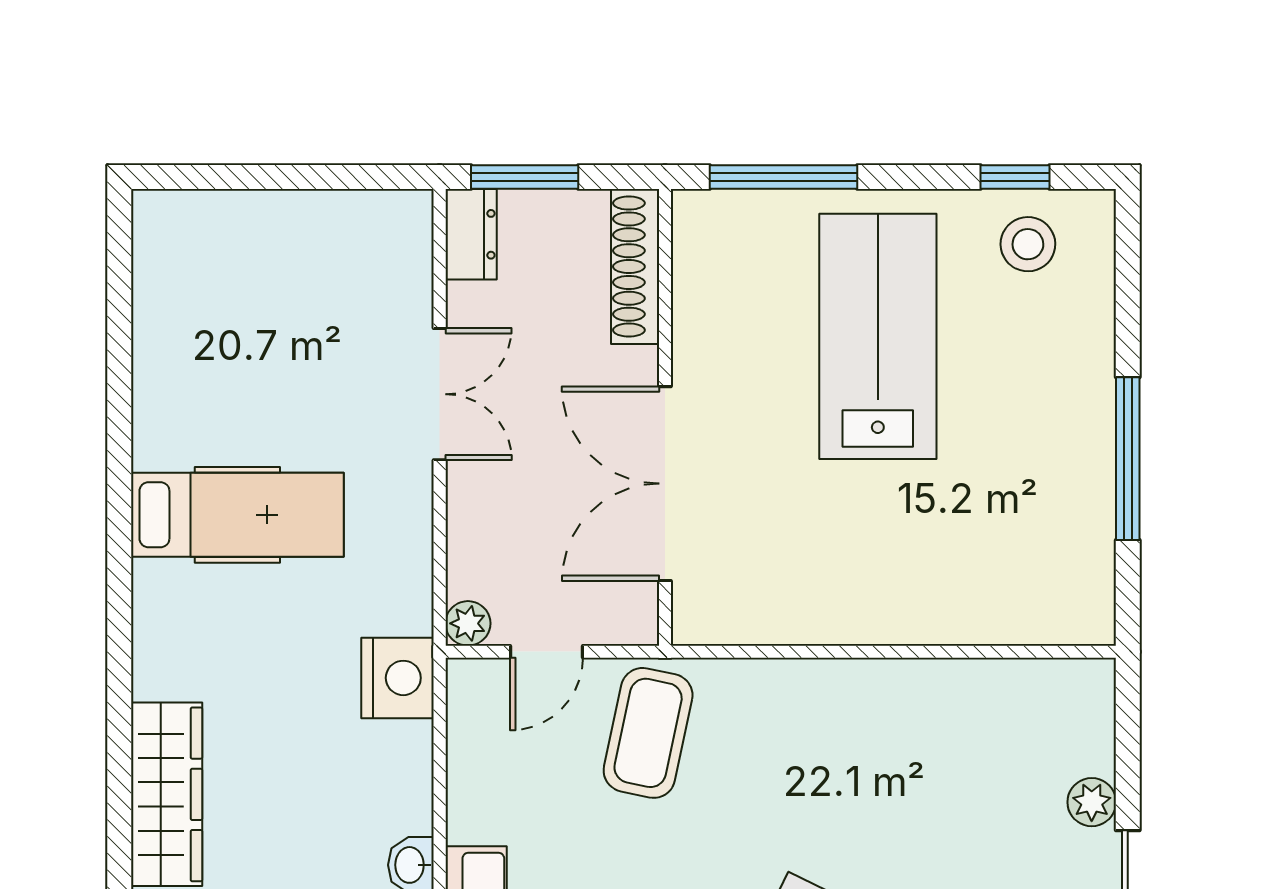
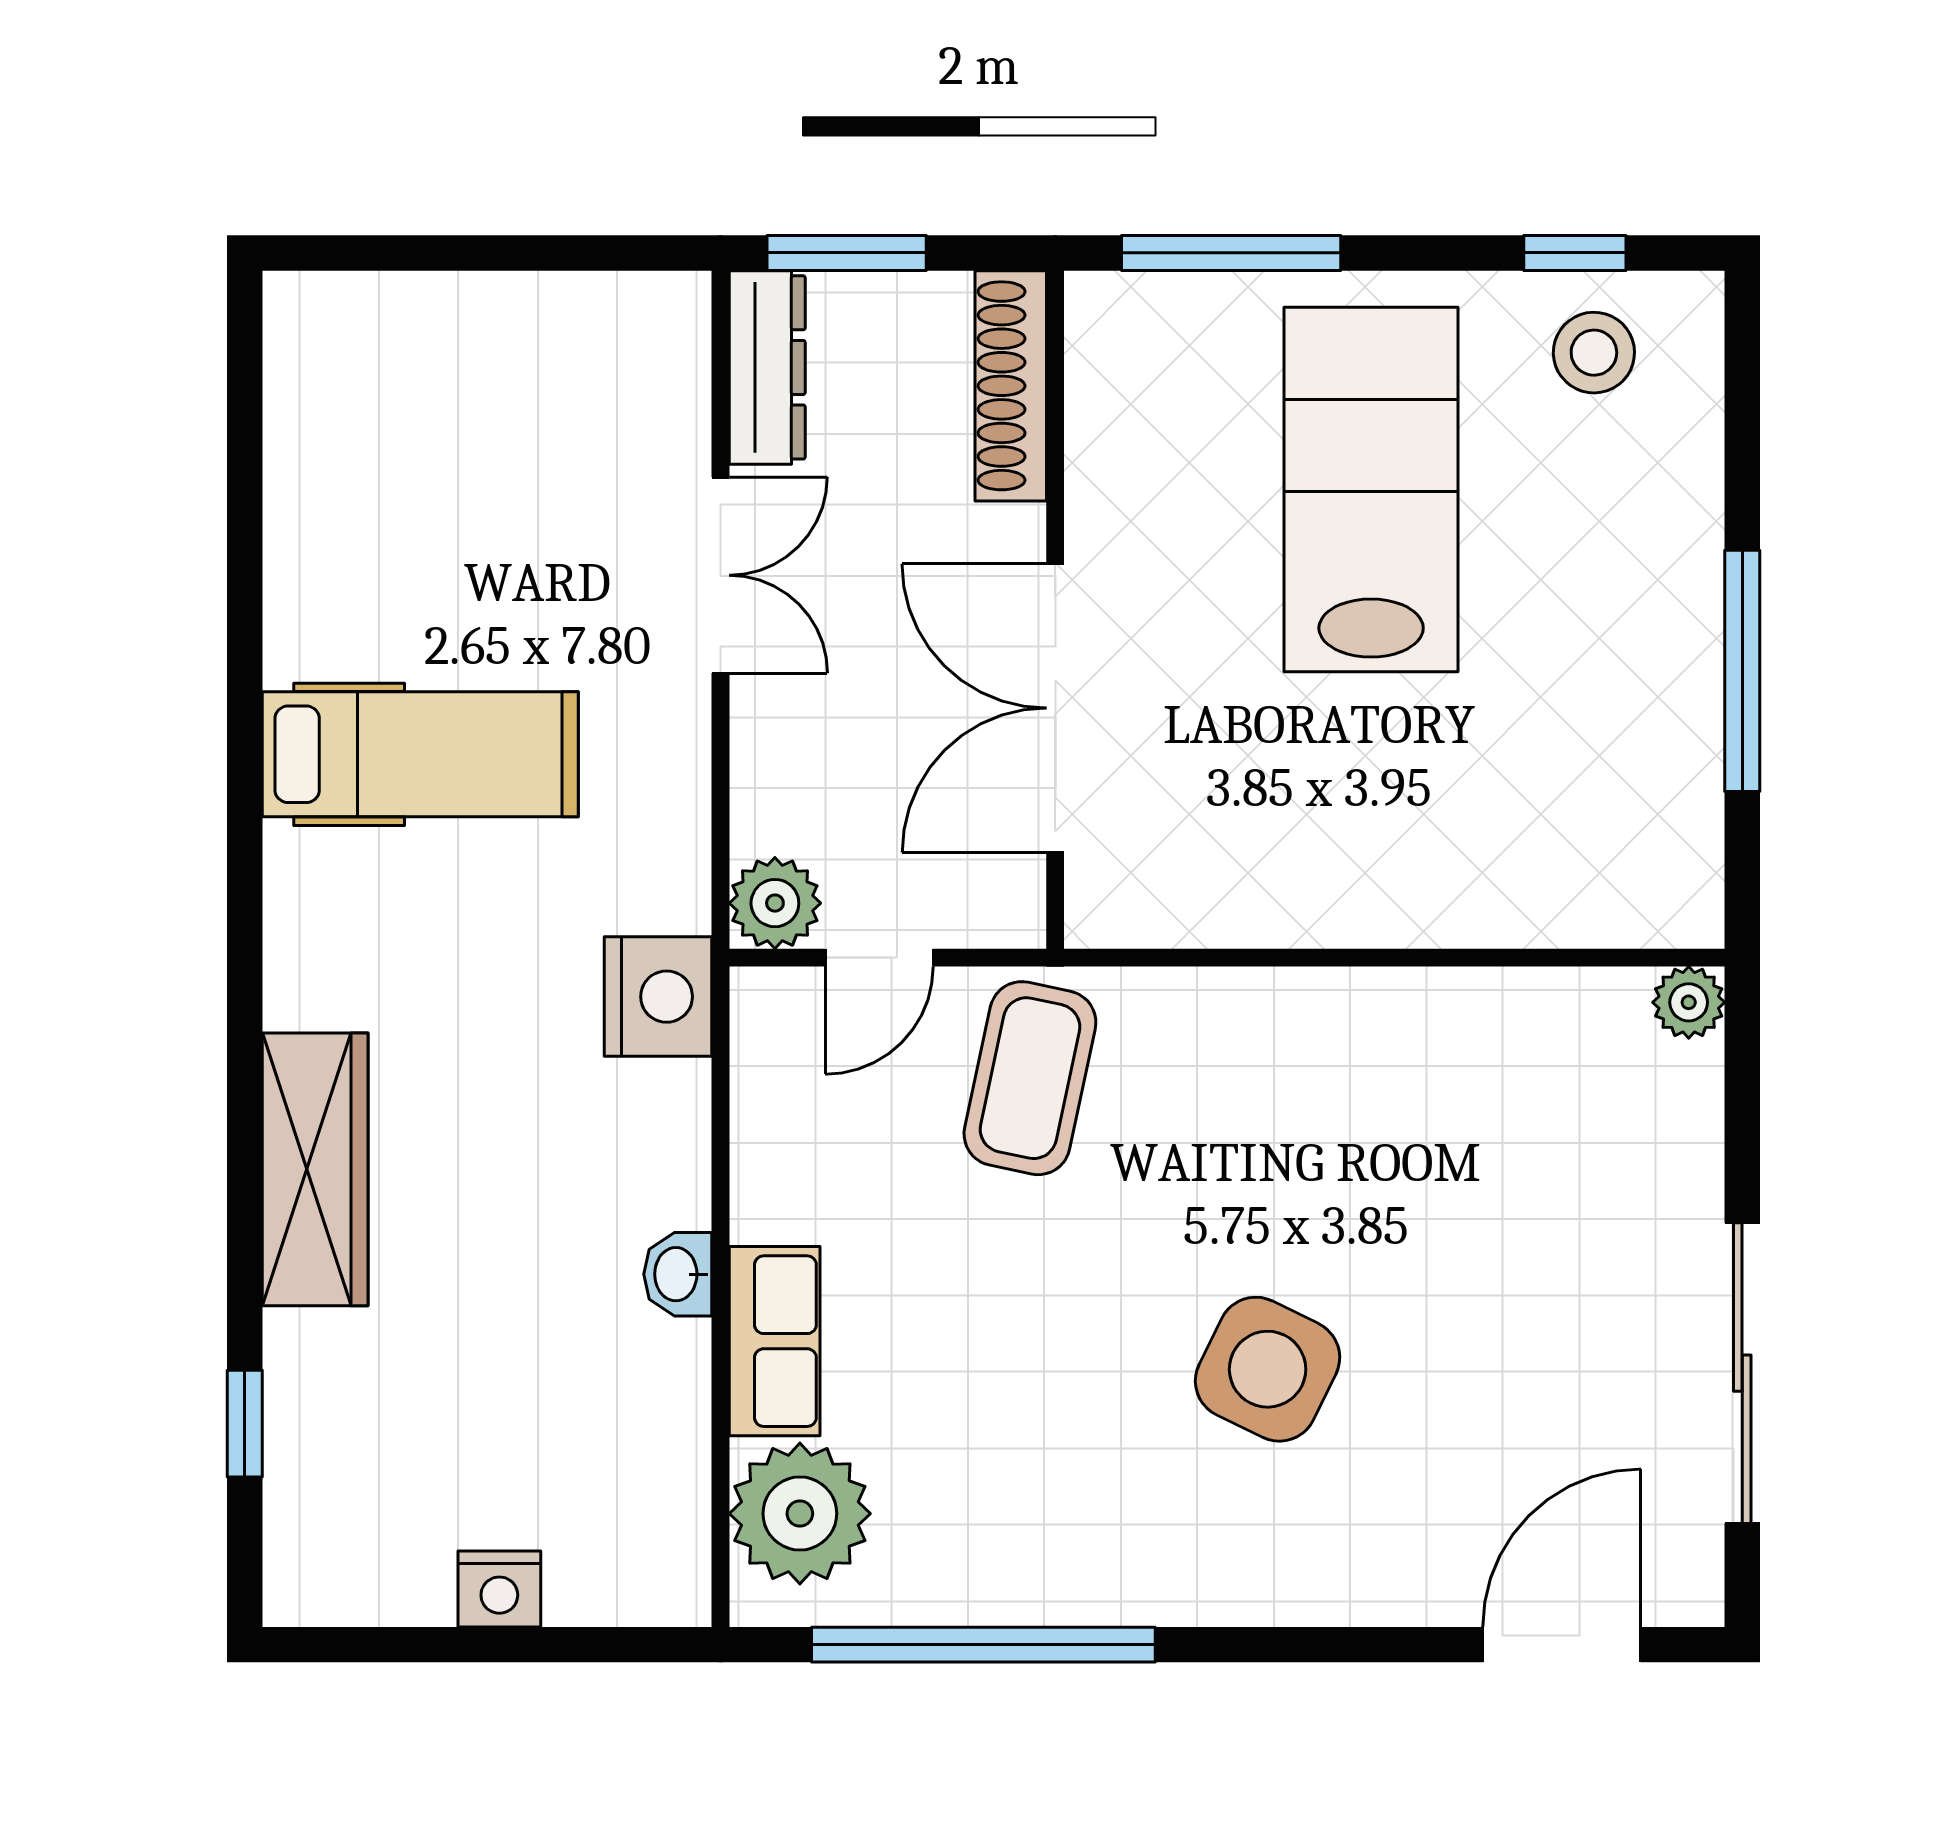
dresser: (471, 234) -> (767, 367), width x1.44
plant: (468, 623) -> (775, 903), width x1.38, depth x1.38
plant: (1092, 802) -> (1689, 1002), moved

